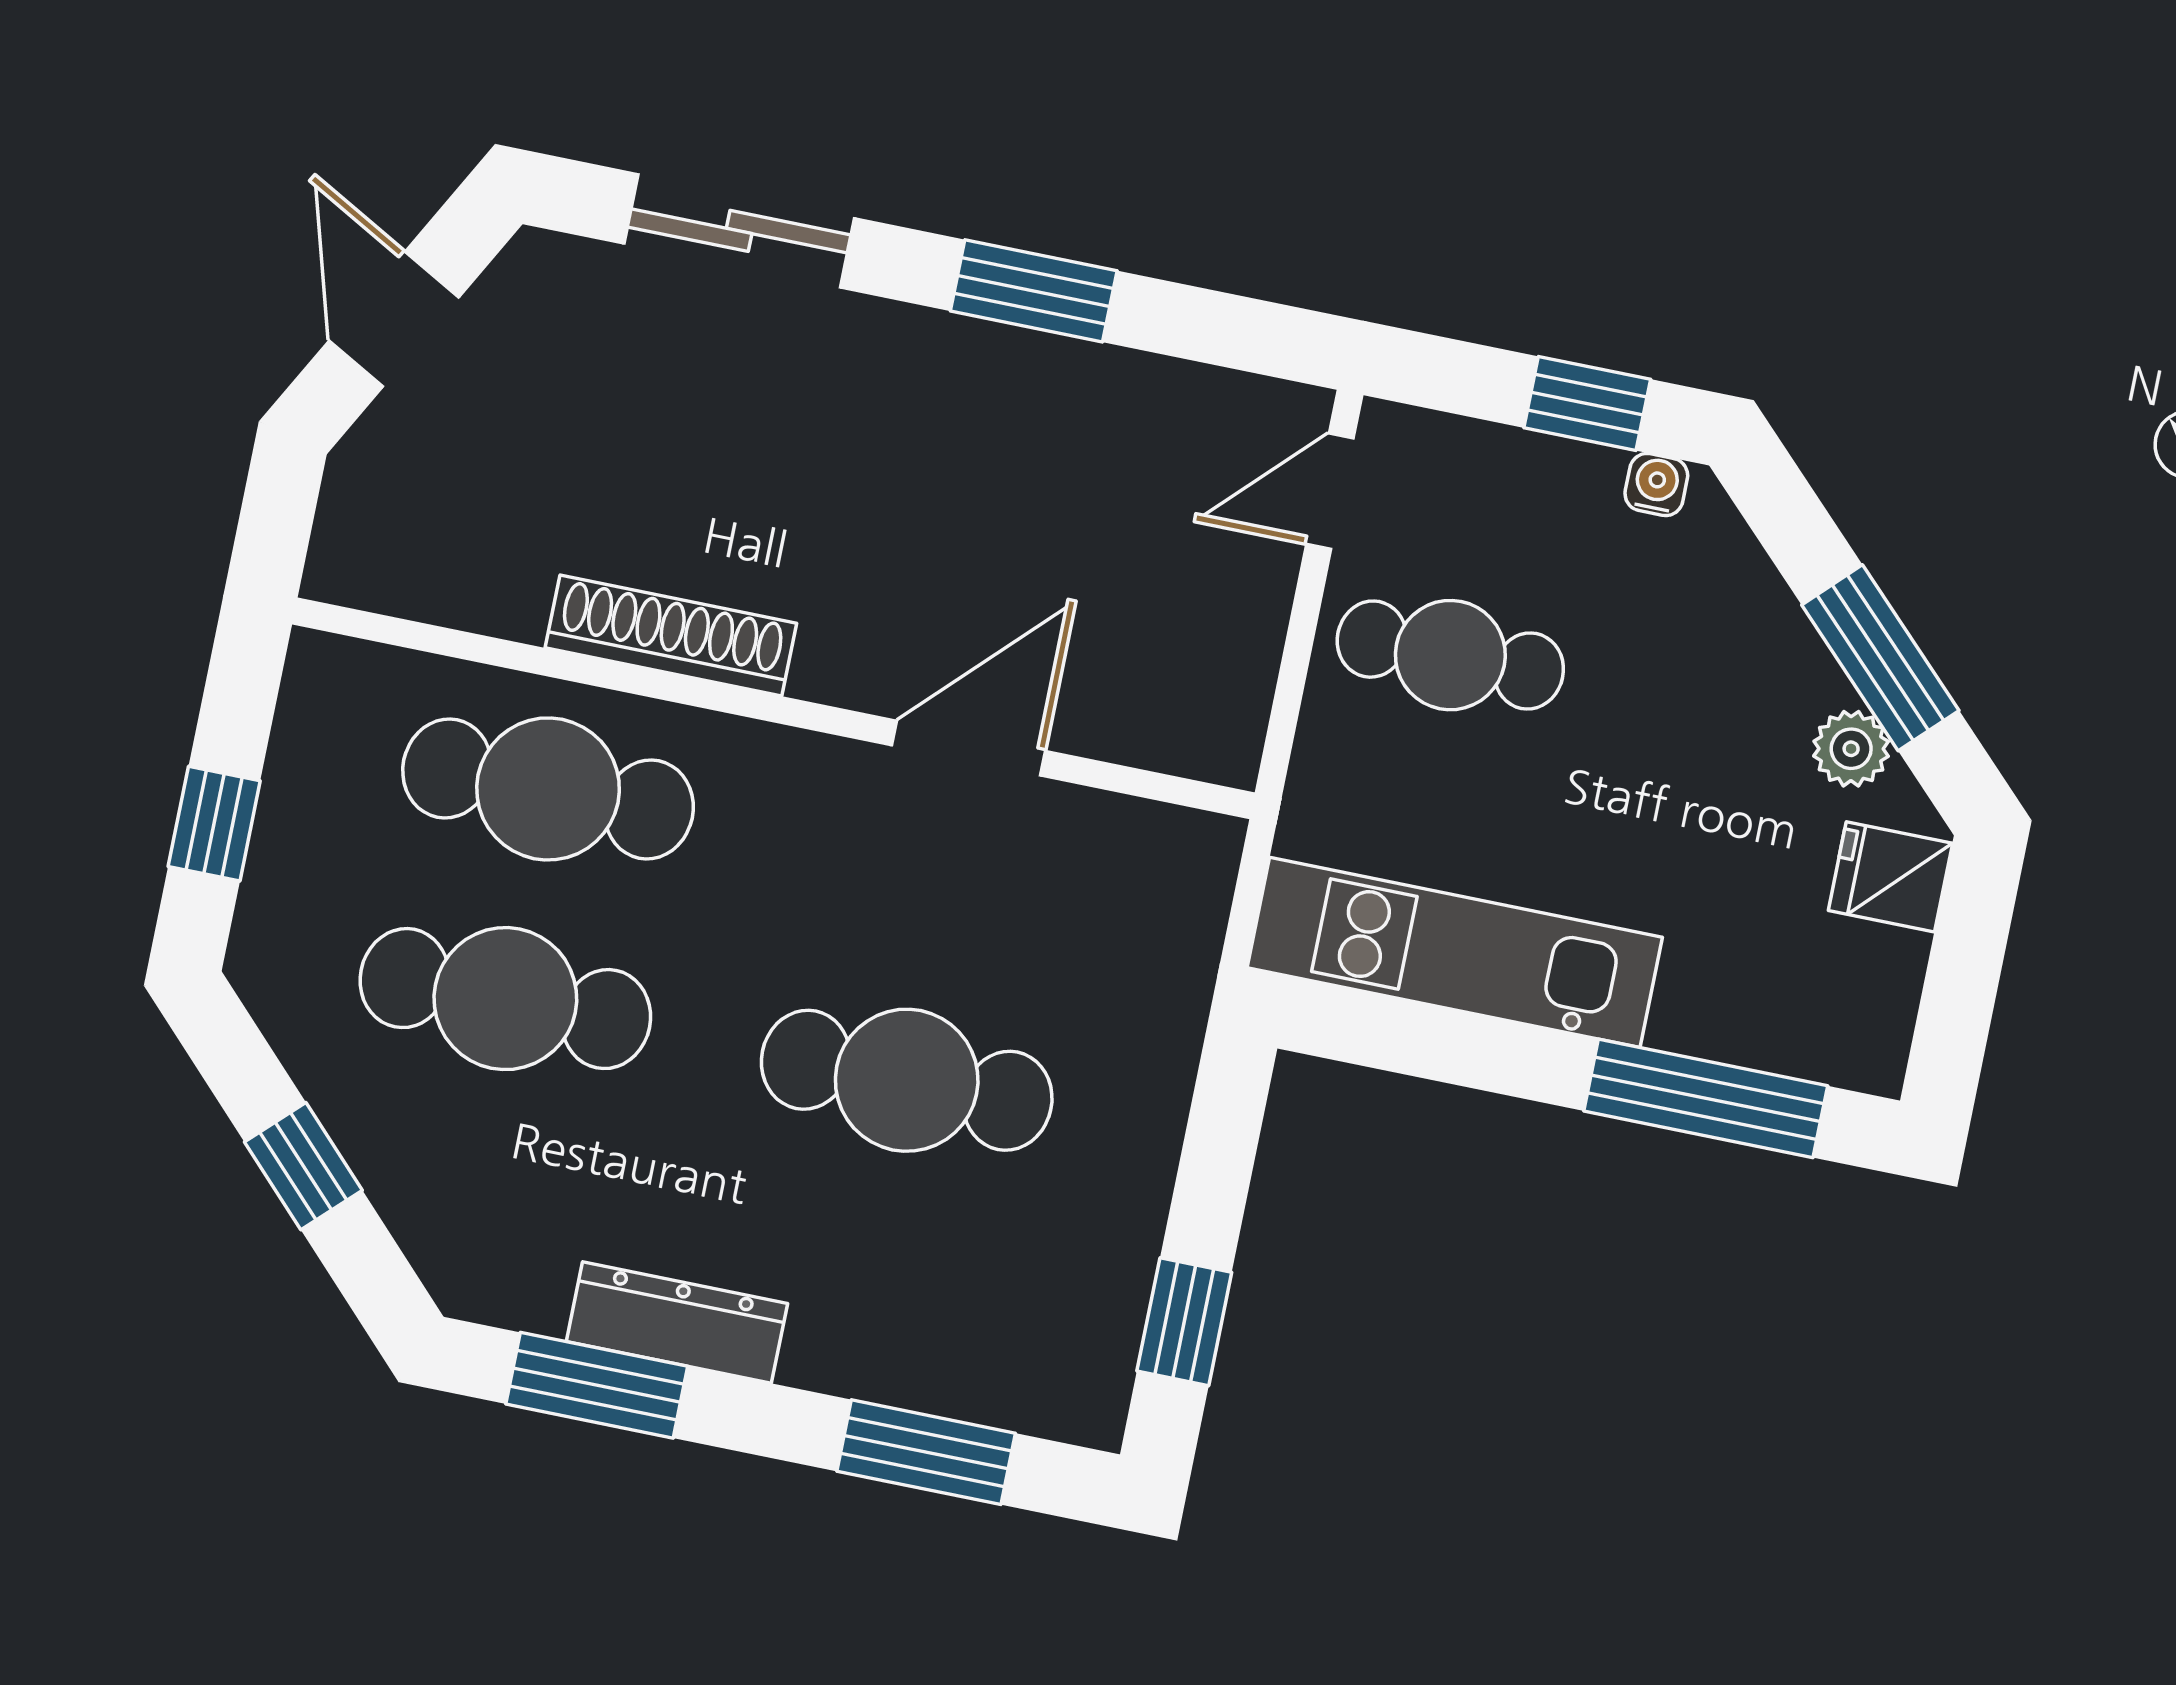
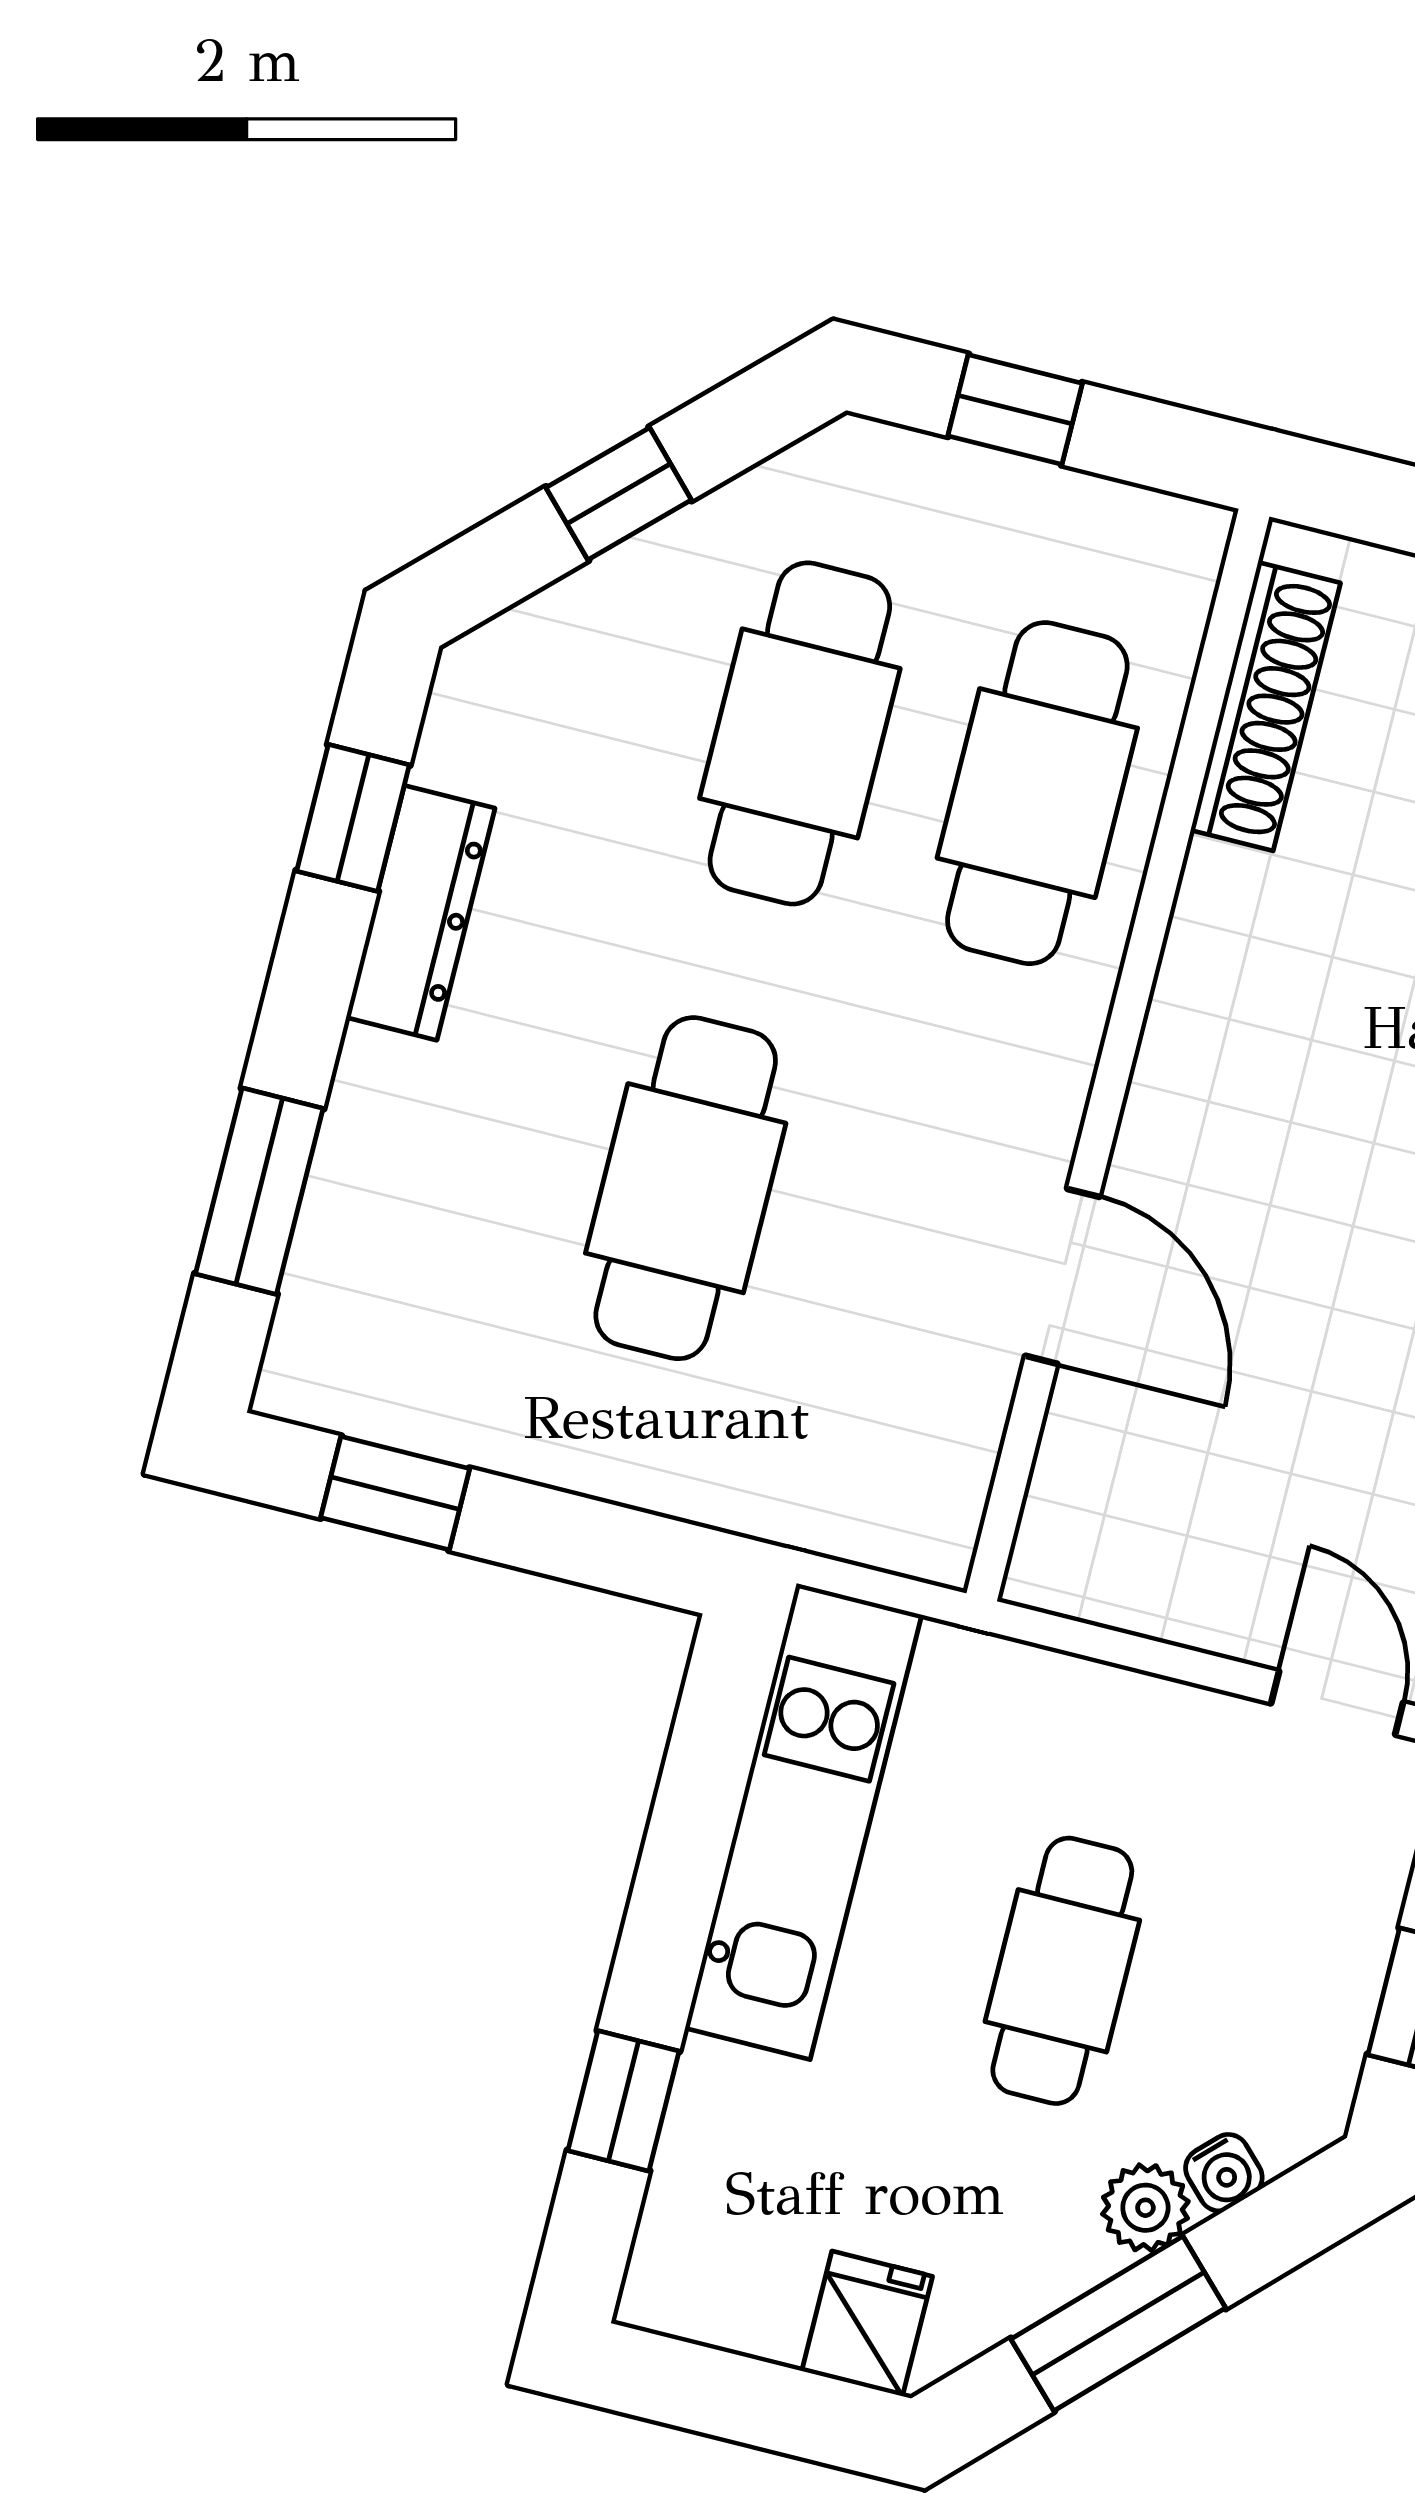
water cooler: (1656, 484) -> (1224, 2173), moved, turned 45
shoe rack: (671, 636) -> (1266, 707), moved
cafe table: (1450, 655) -> (1062, 1971), moved
plant: (1851, 749) -> (1145, 2208), moved
window: (1706, 1098) -> (623, 2101), width x0.46
window: (597, 1385) -> (353, 818), width x0.67

